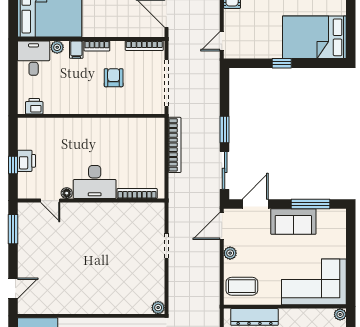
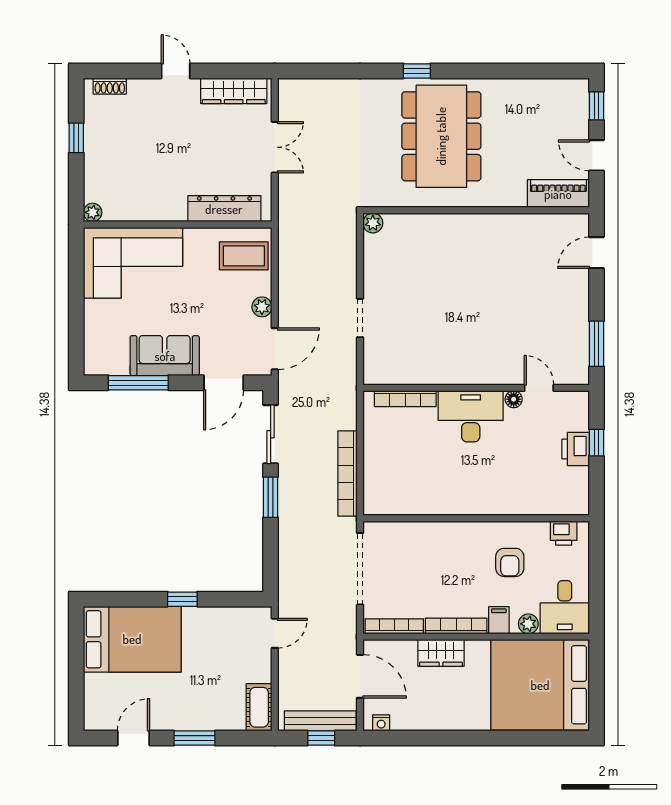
wardrobe: (114, 28) -> (441, 653), added
bookcase: (97, 46) -> (456, 626), width x1.56
armchair: (114, 78) -> (510, 562), moved

